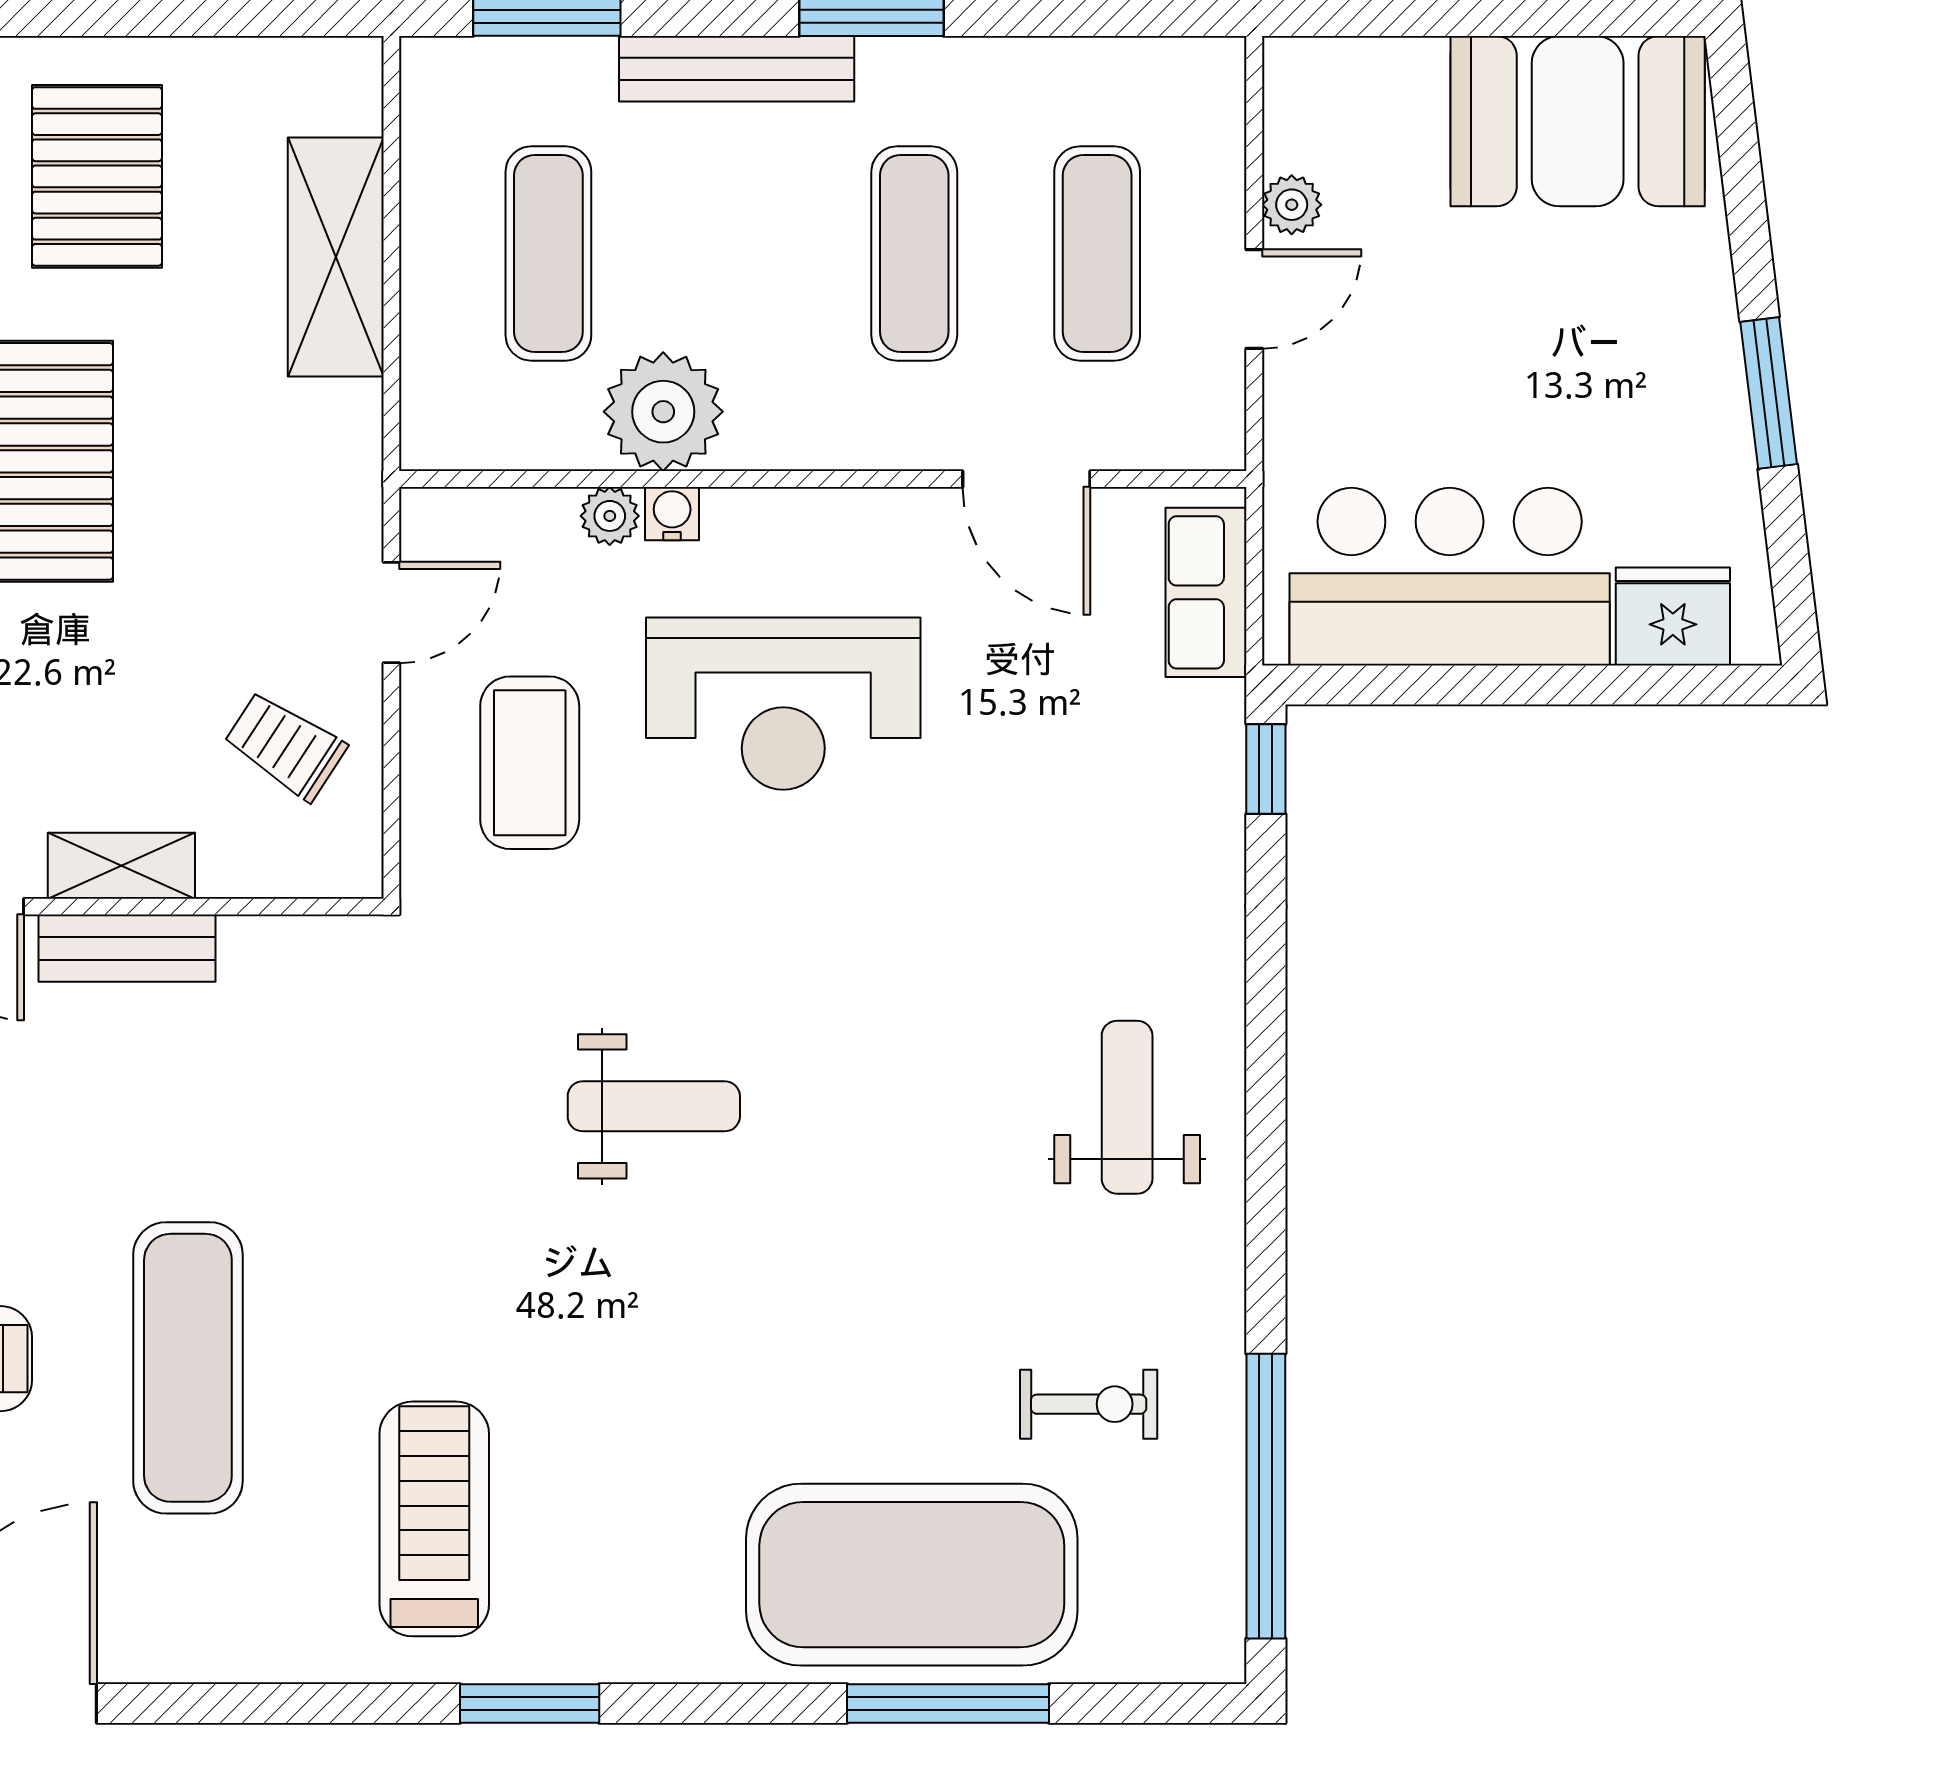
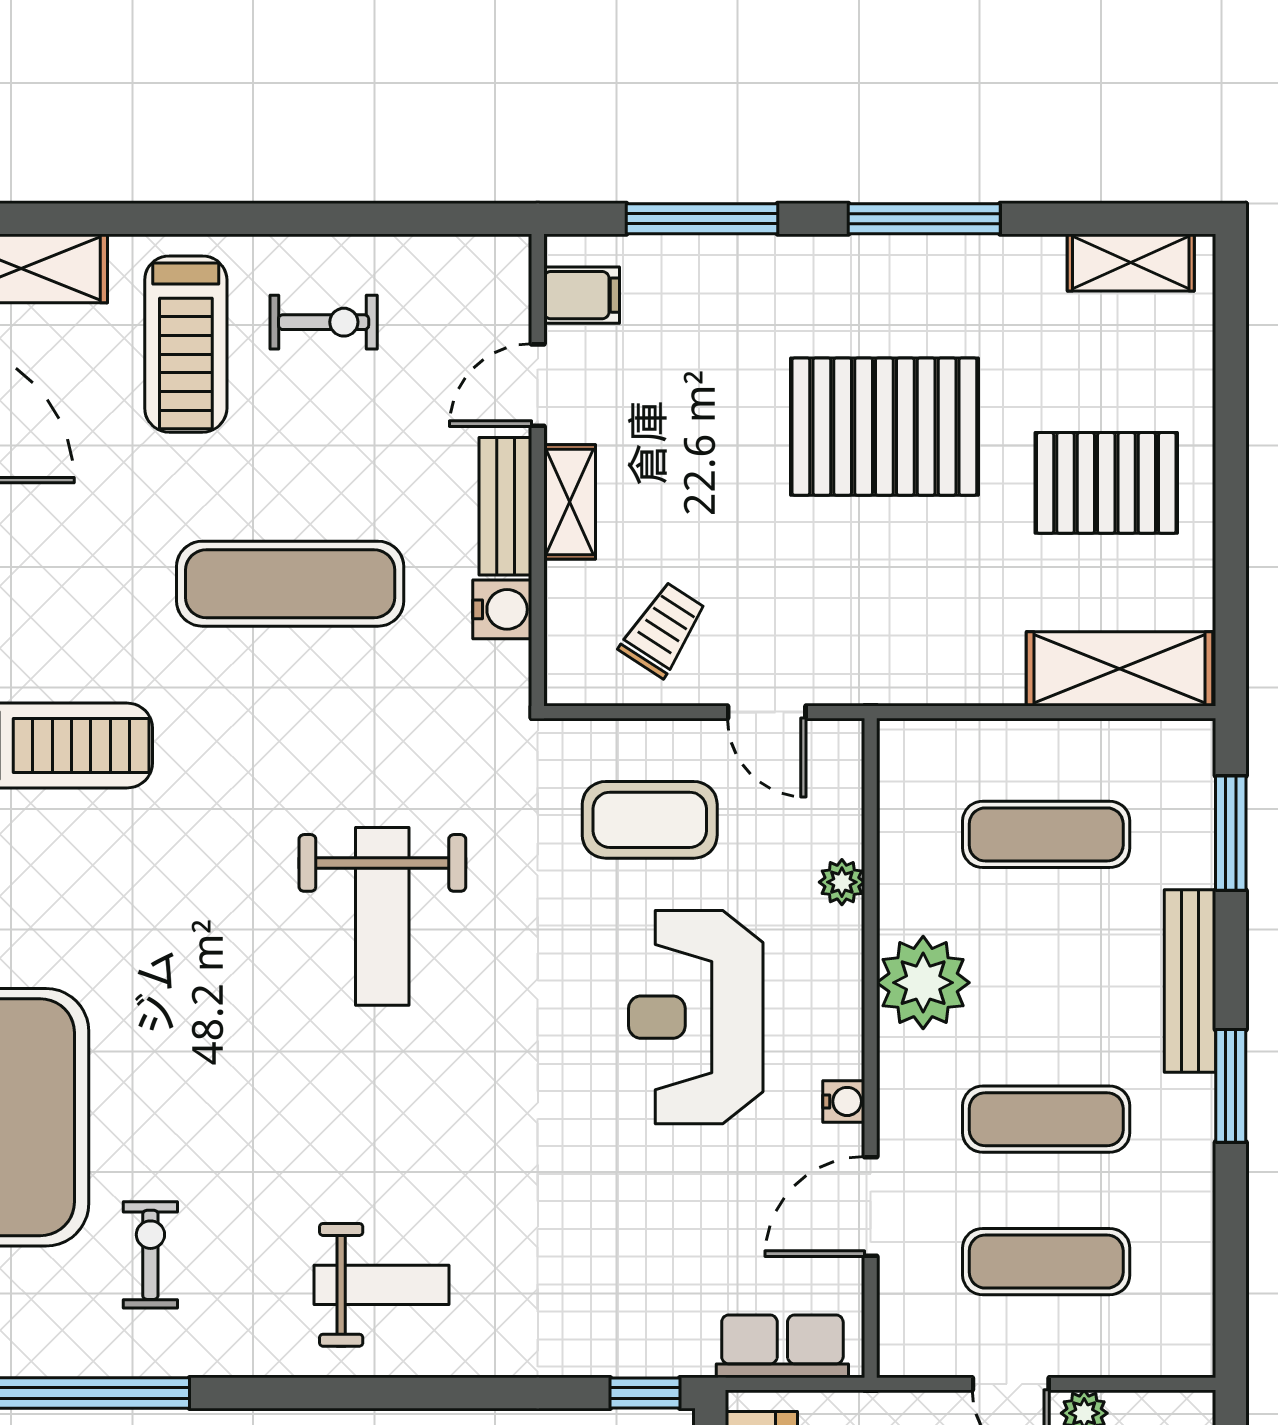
shelving: (336, 257) -> (1120, 669), moved
plant: (663, 412) -> (923, 983), moved
water cooler: (672, 514) -> (844, 1101), moved
water cooler: (259, 952) -> (502, 609), added
weight bench: (654, 1106) -> (382, 916), width x1.36, depth x1.33
exercise mat: (188, 1368) -> (290, 584), moved
exercise bike: (1089, 1404) -> (150, 1255), turned 180

